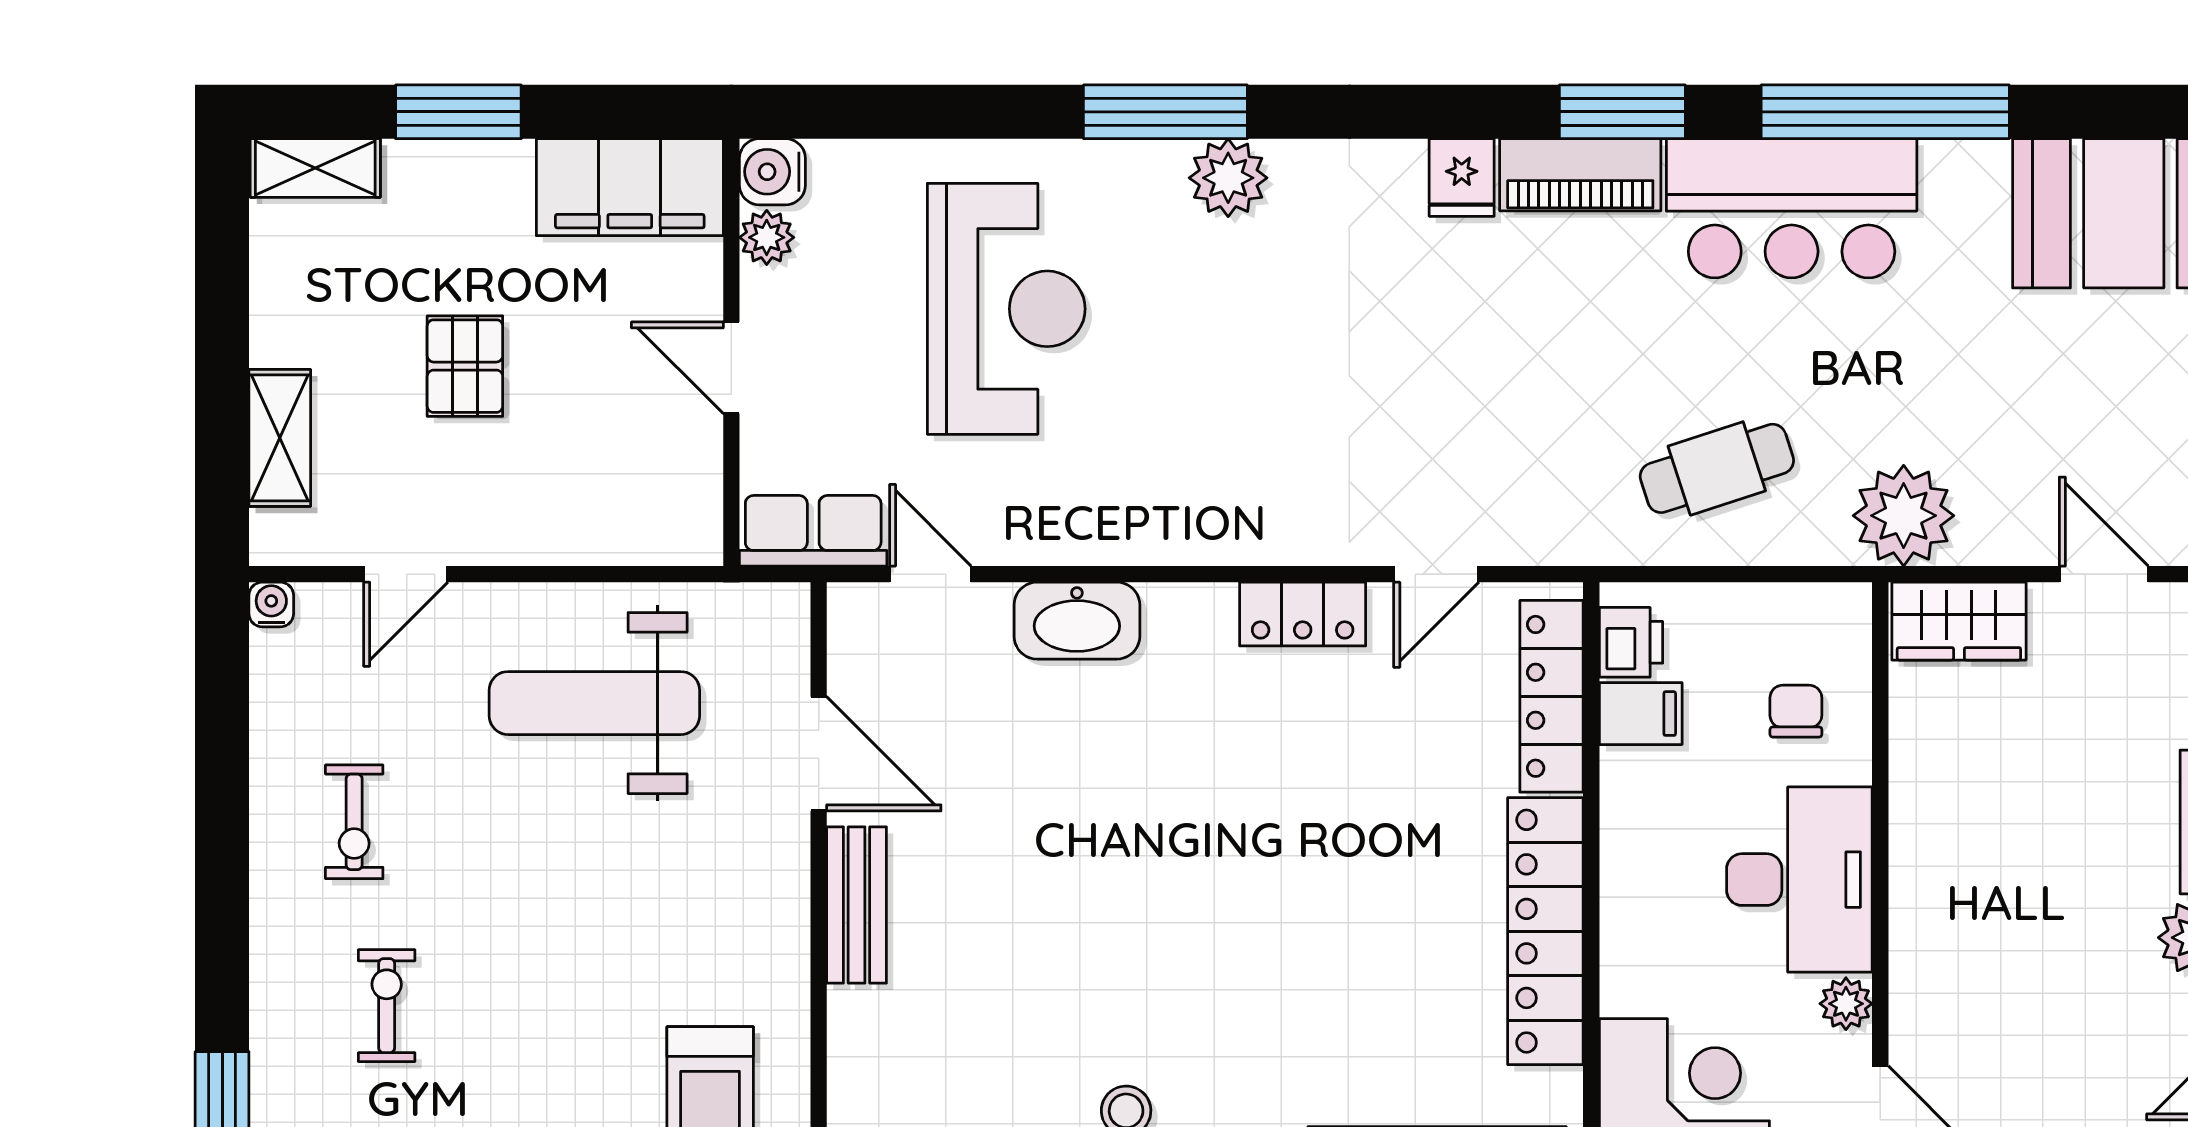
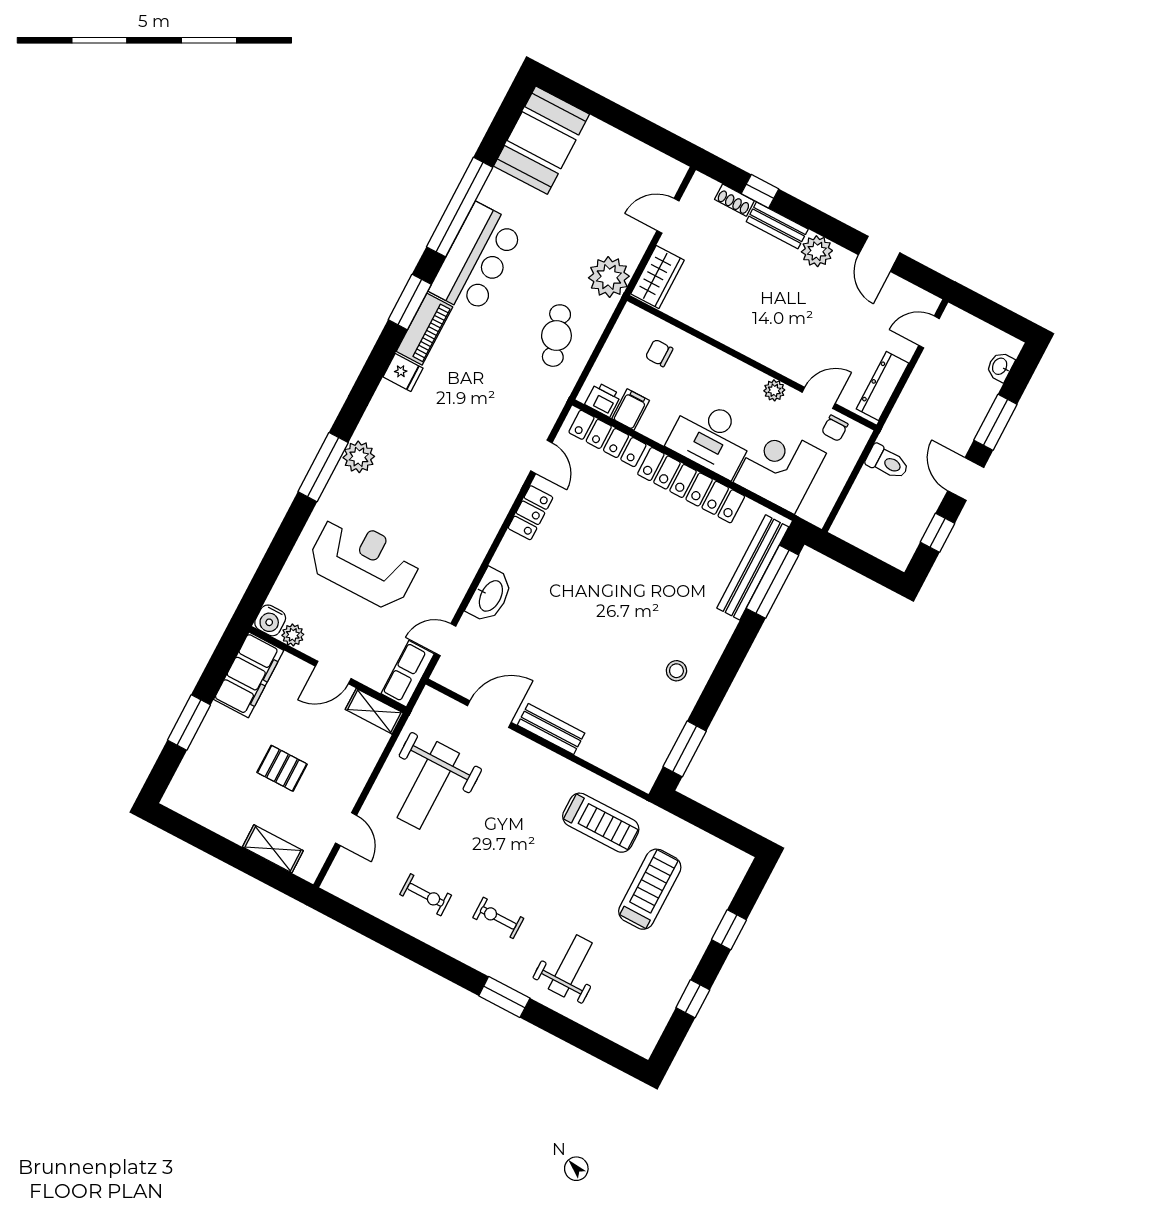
shelving: (315, 168) -> (374, 711), moved, turned 90
water cooler: (271, 605) -> (331, 883), removed
desk: (1799, 880) -> (711, 437), moved, turned 180

